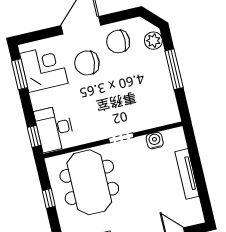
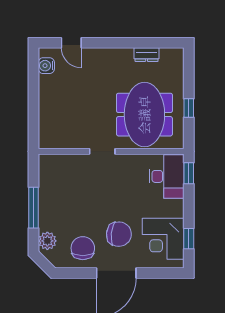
chair: (118, 42) -> (83, 248), turned -90
window: (20, 74) -> (189, 239), width x0.67
water cooler: (155, 141) -> (46, 66), moved, turned 90
tv unit: (187, 174) -> (45, 100), removed

